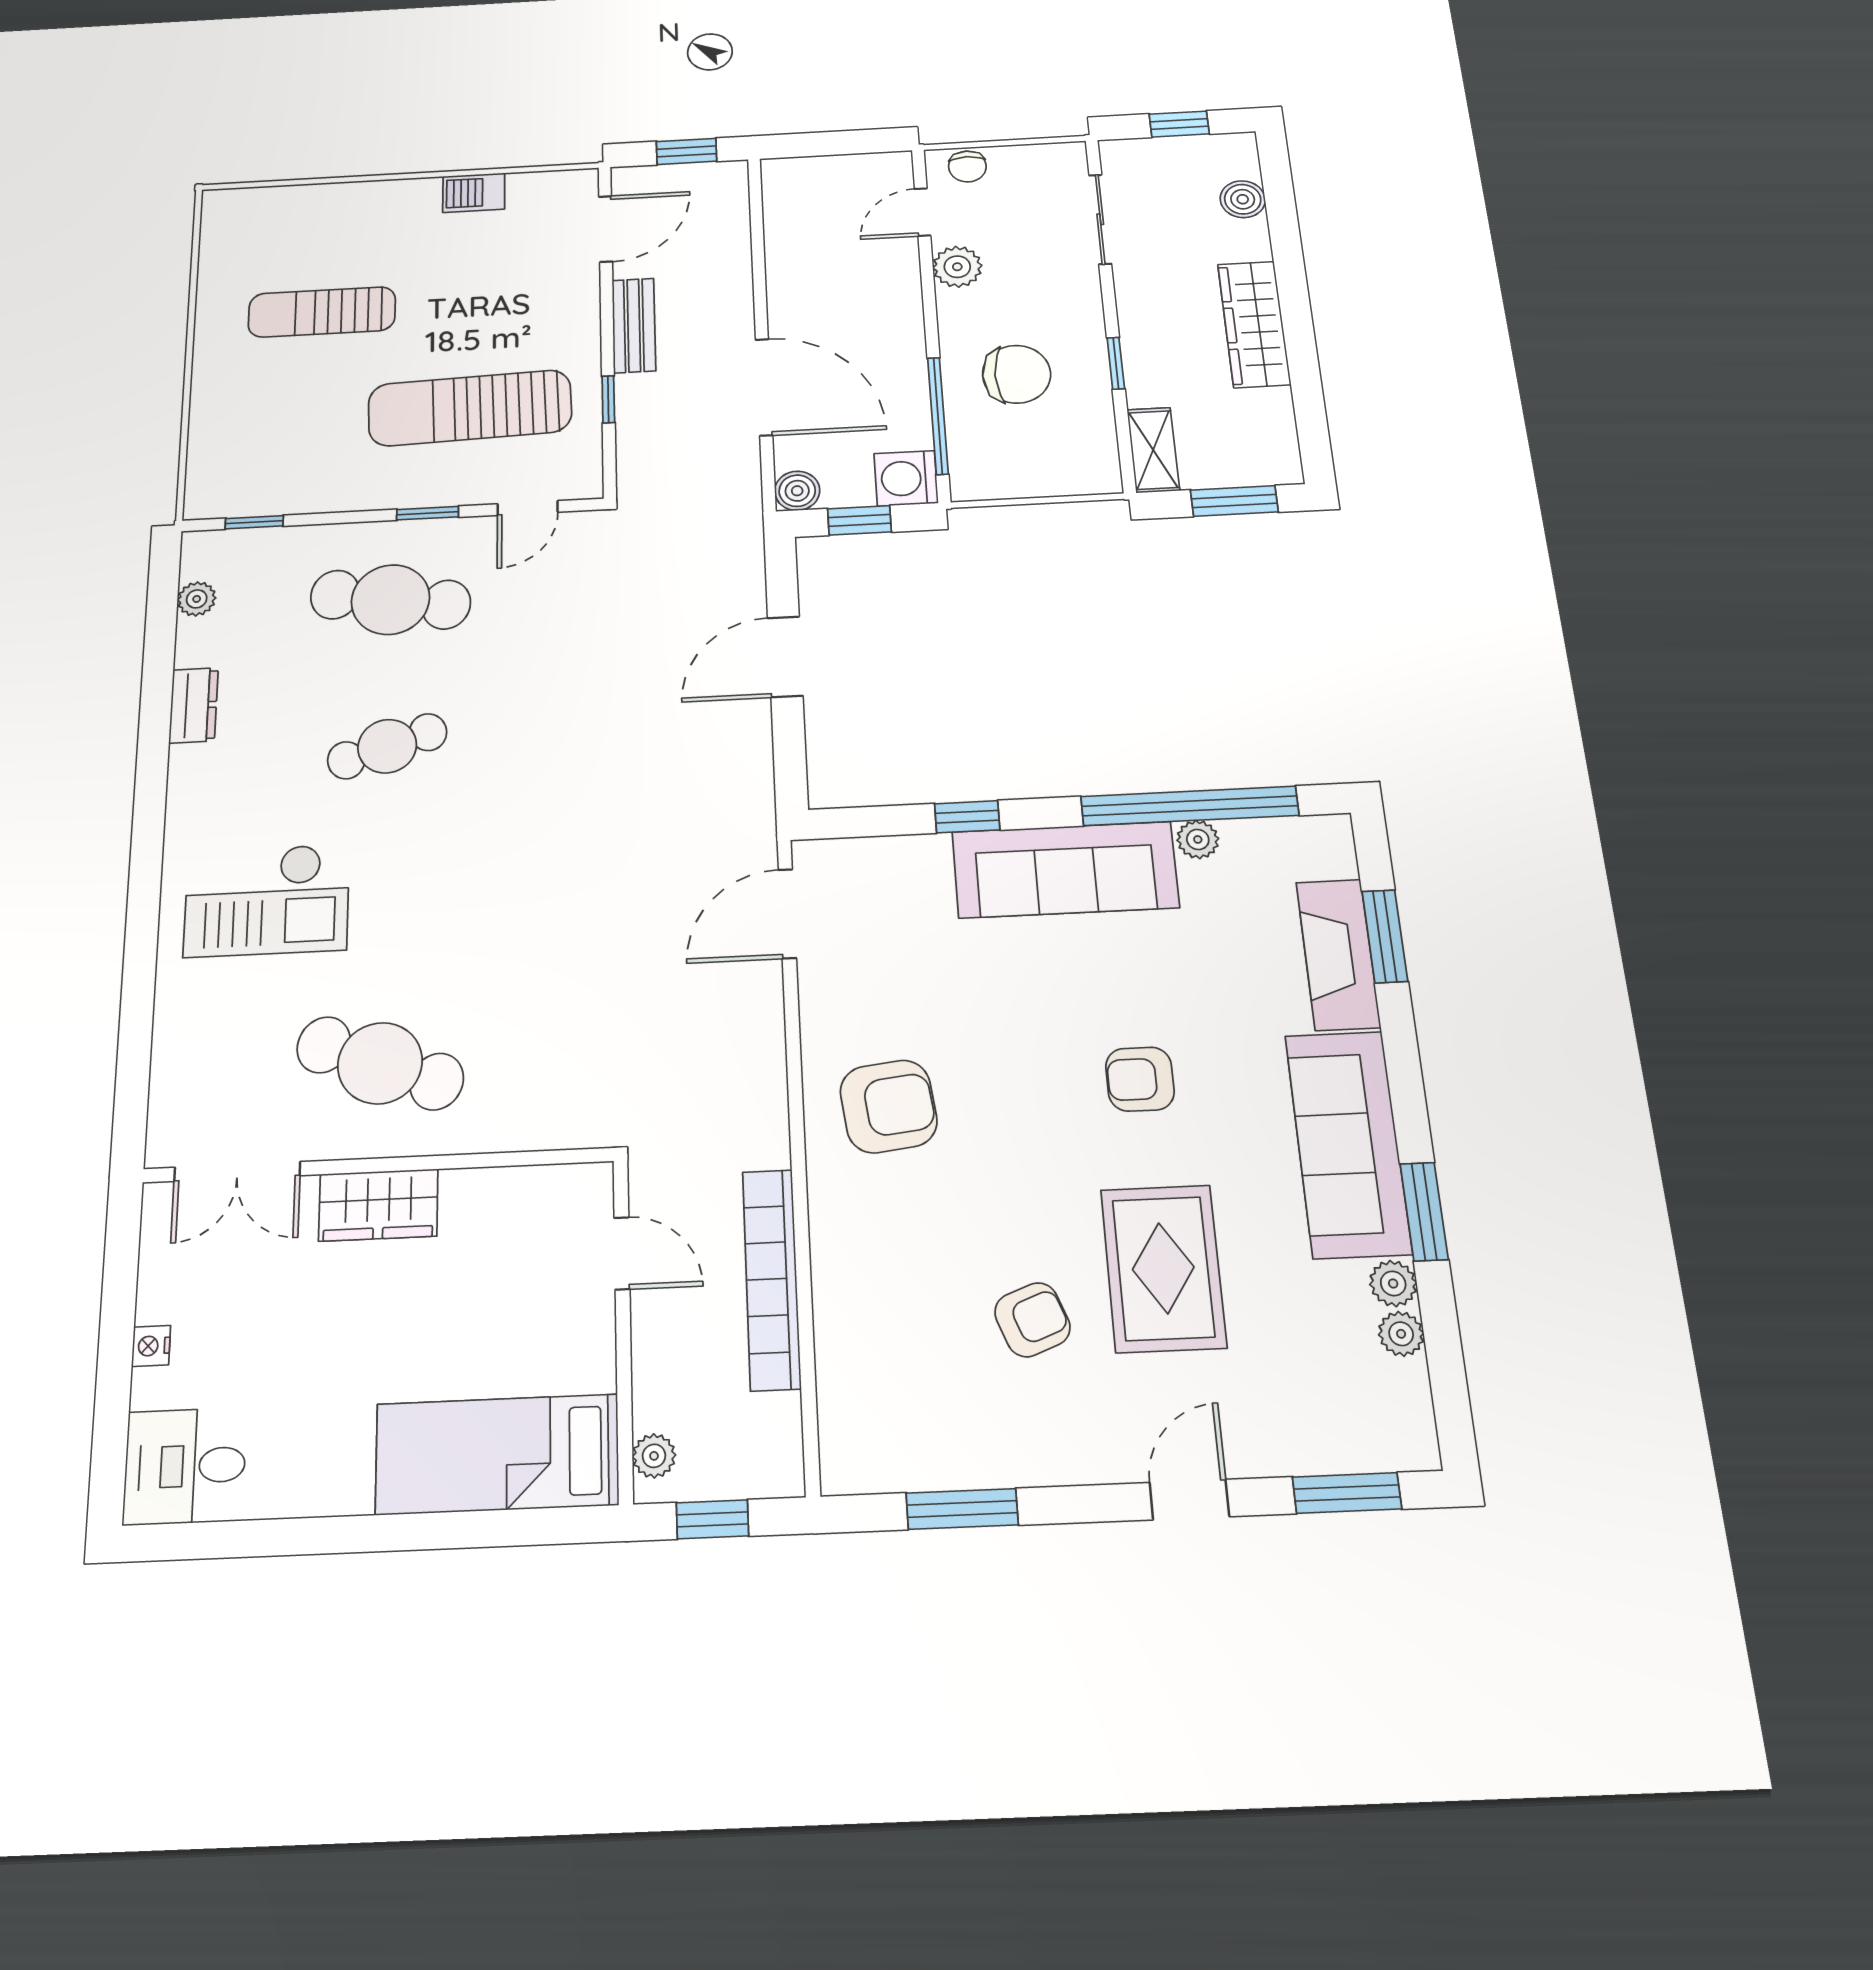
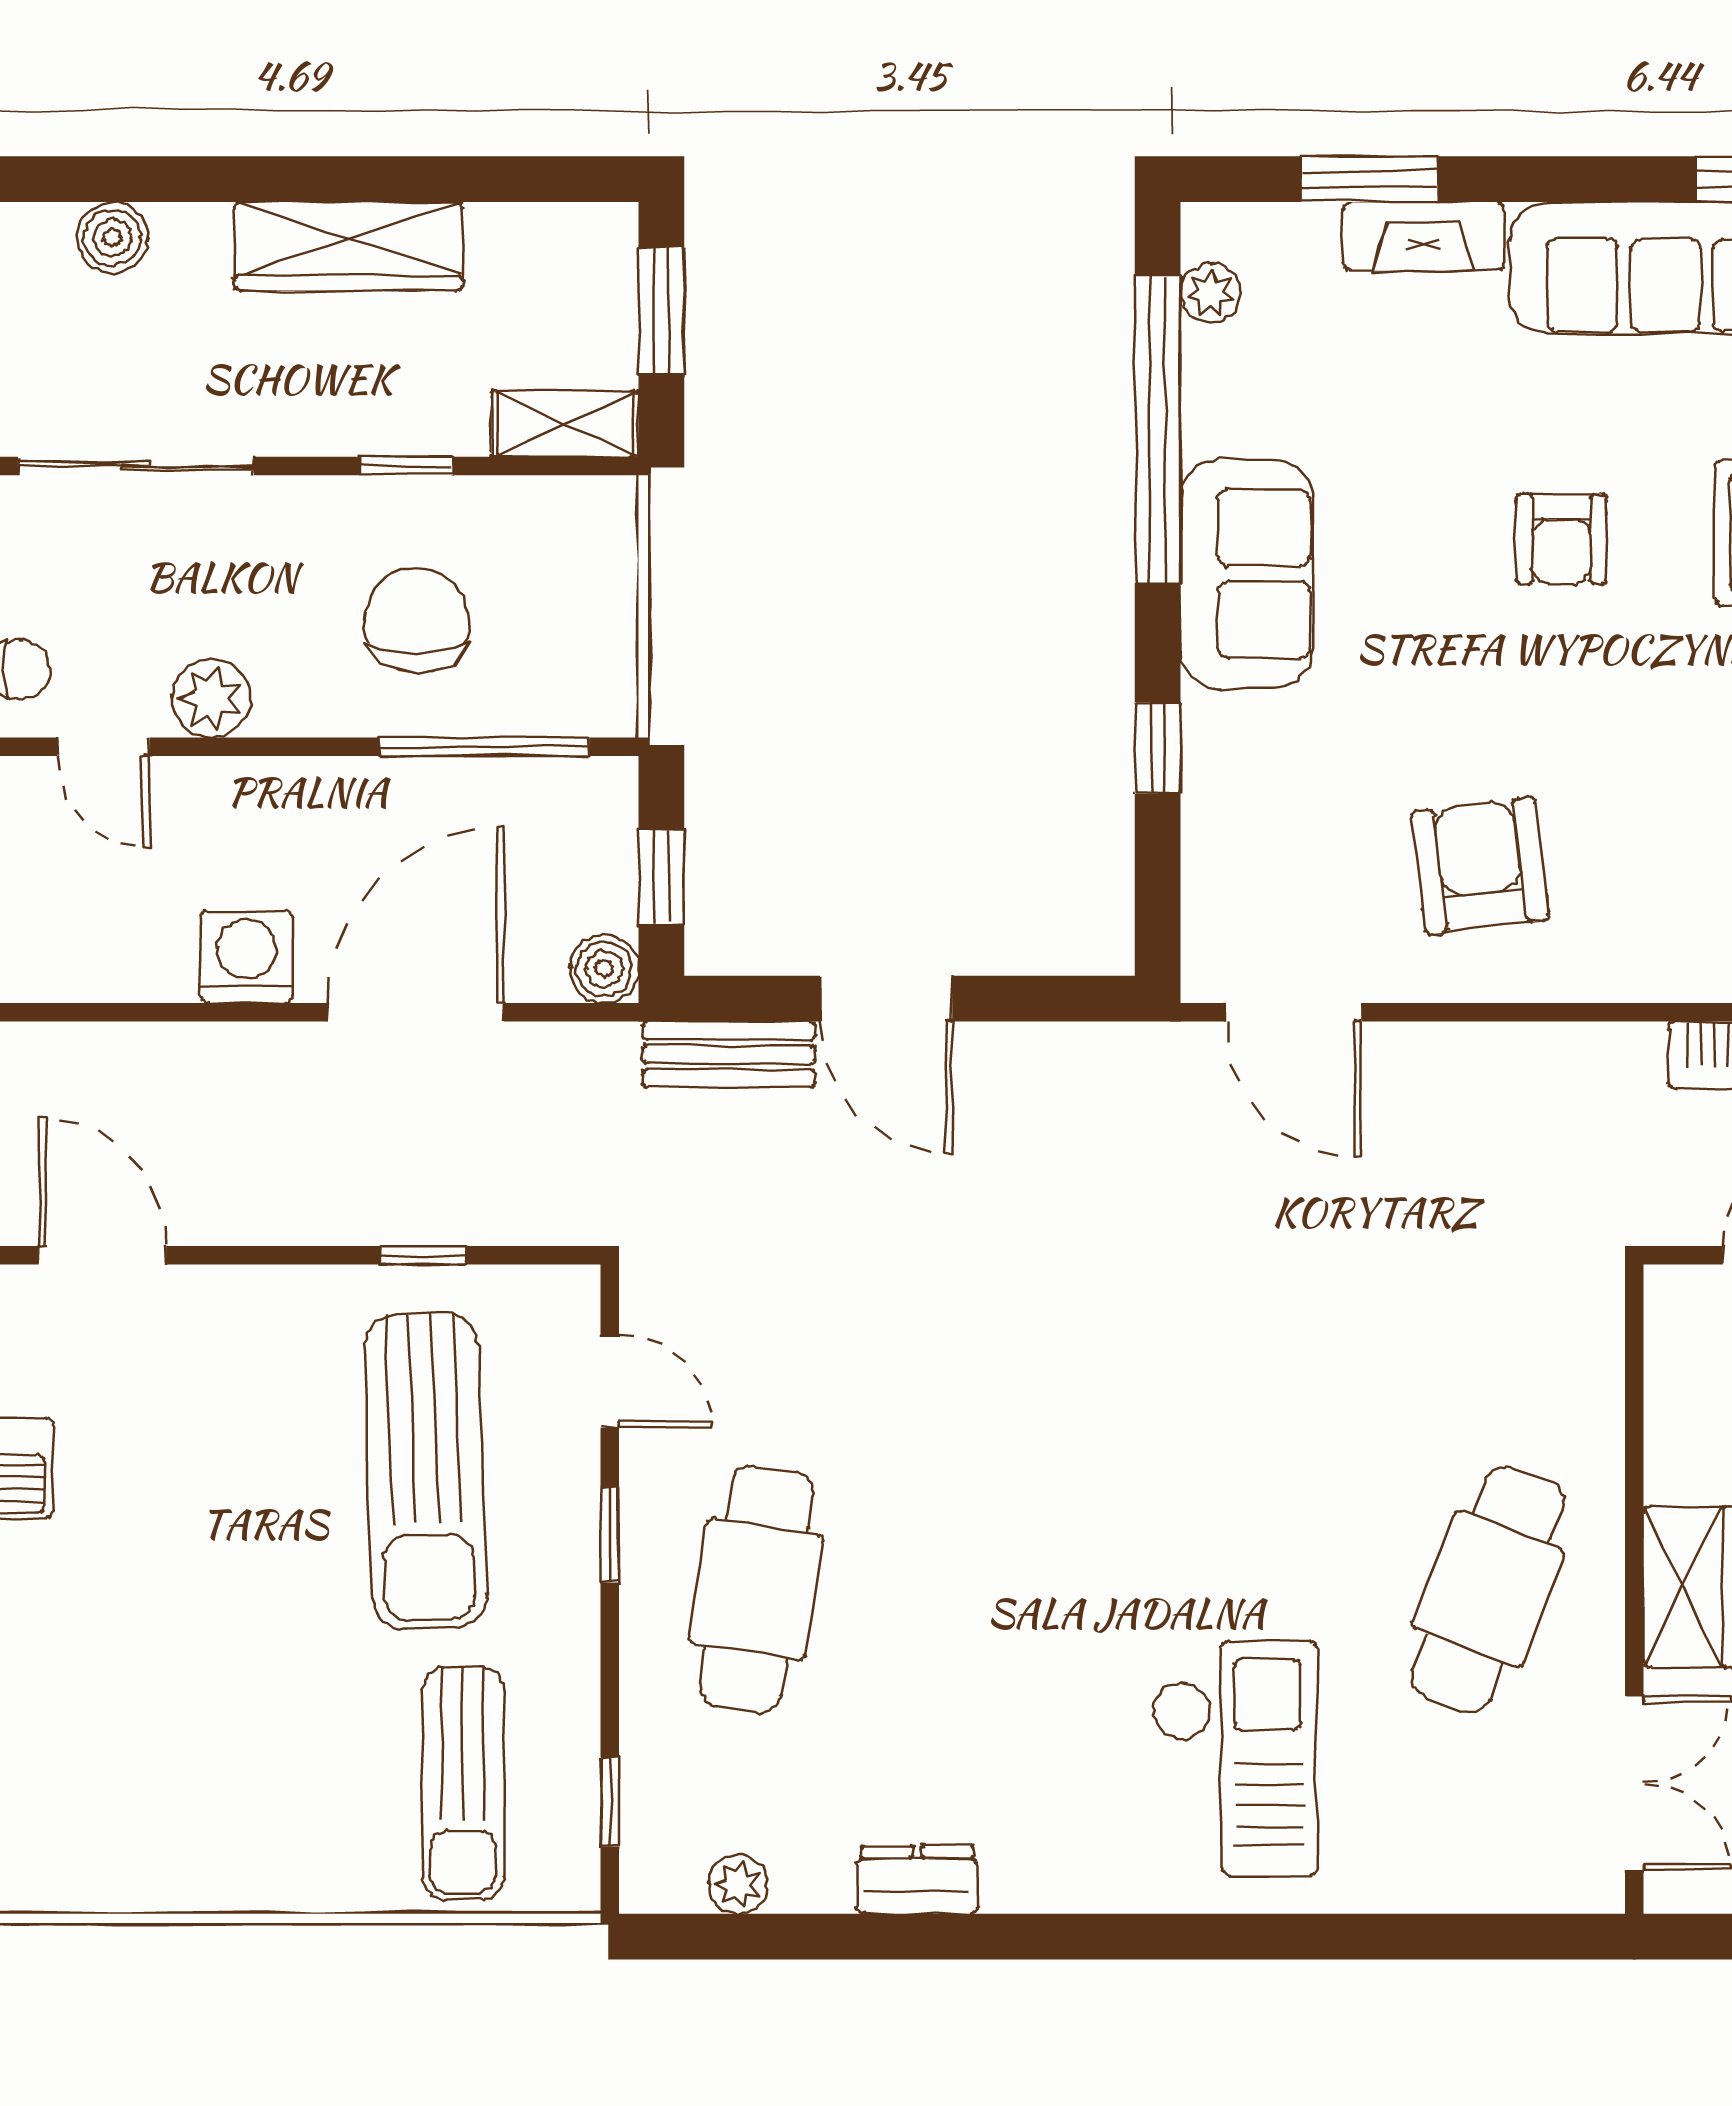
sliding door: (1100, 219) -> (136, 466), width x1.37
sun lounger: (322, 312) -> (463, 1783), moved
bench: (634, 325) -> (729, 1054), moved
washing machine: (906, 478) -> (247, 957), moved, turned 180
cafe table: (387, 746) -> (1000, 1589), removed
plant: (1198, 839) -> (1210, 293), moved
sofa: (1065, 870) -> (1247, 574), width x0.73
fireplace: (1338, 954) -> (1423, 236), width x0.73, depth x0.76
armchair: (889, 1106) -> (1480, 866), moved

